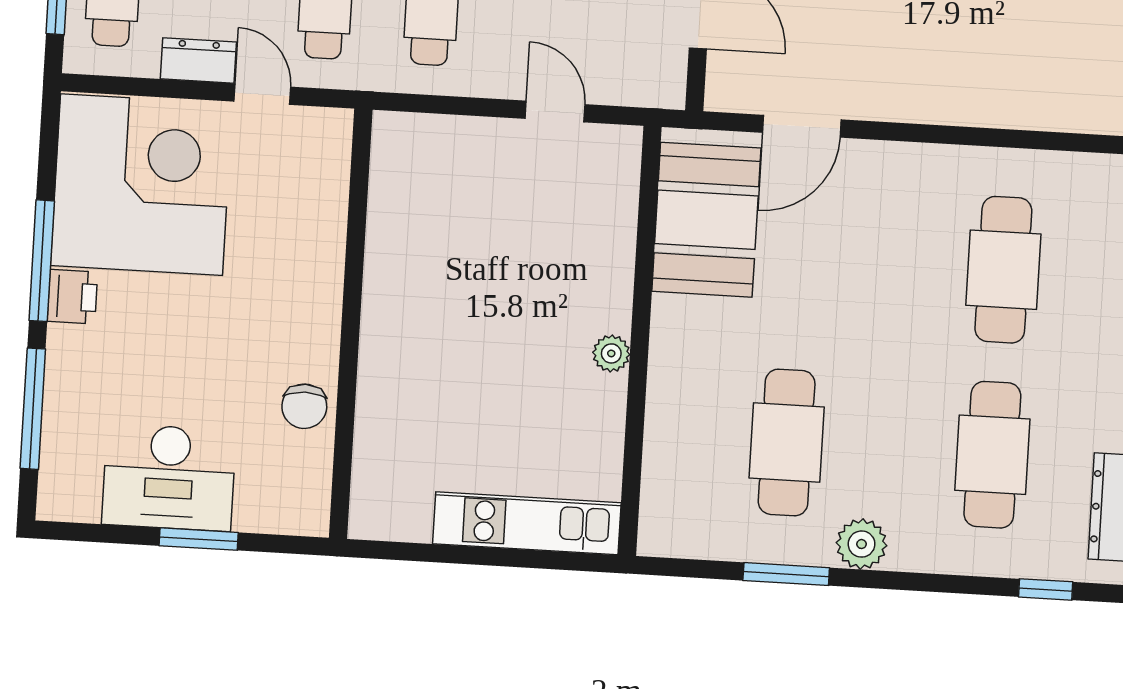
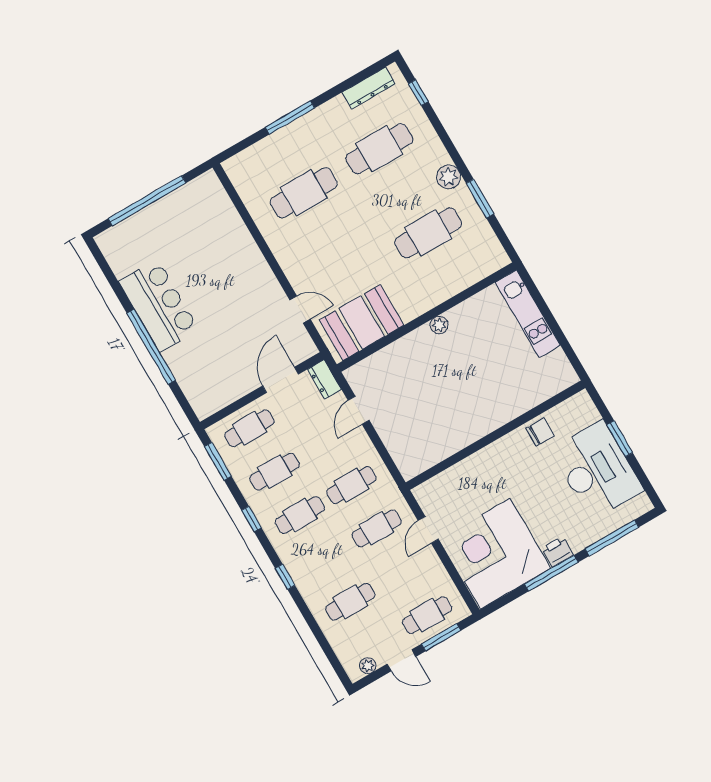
dresser: (198, 60) -> (324, 379), moved
door: (802, 126) -> (300, 309), width x0.73
desk: (169, 477) -> (597, 470), width x1.36, depth x1.30

